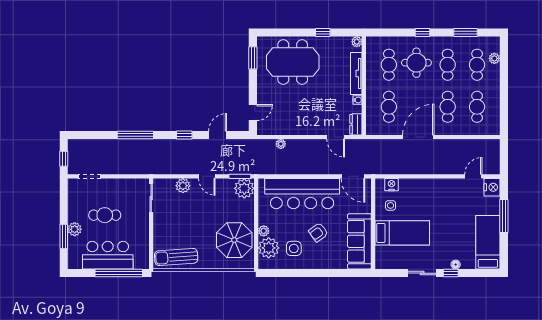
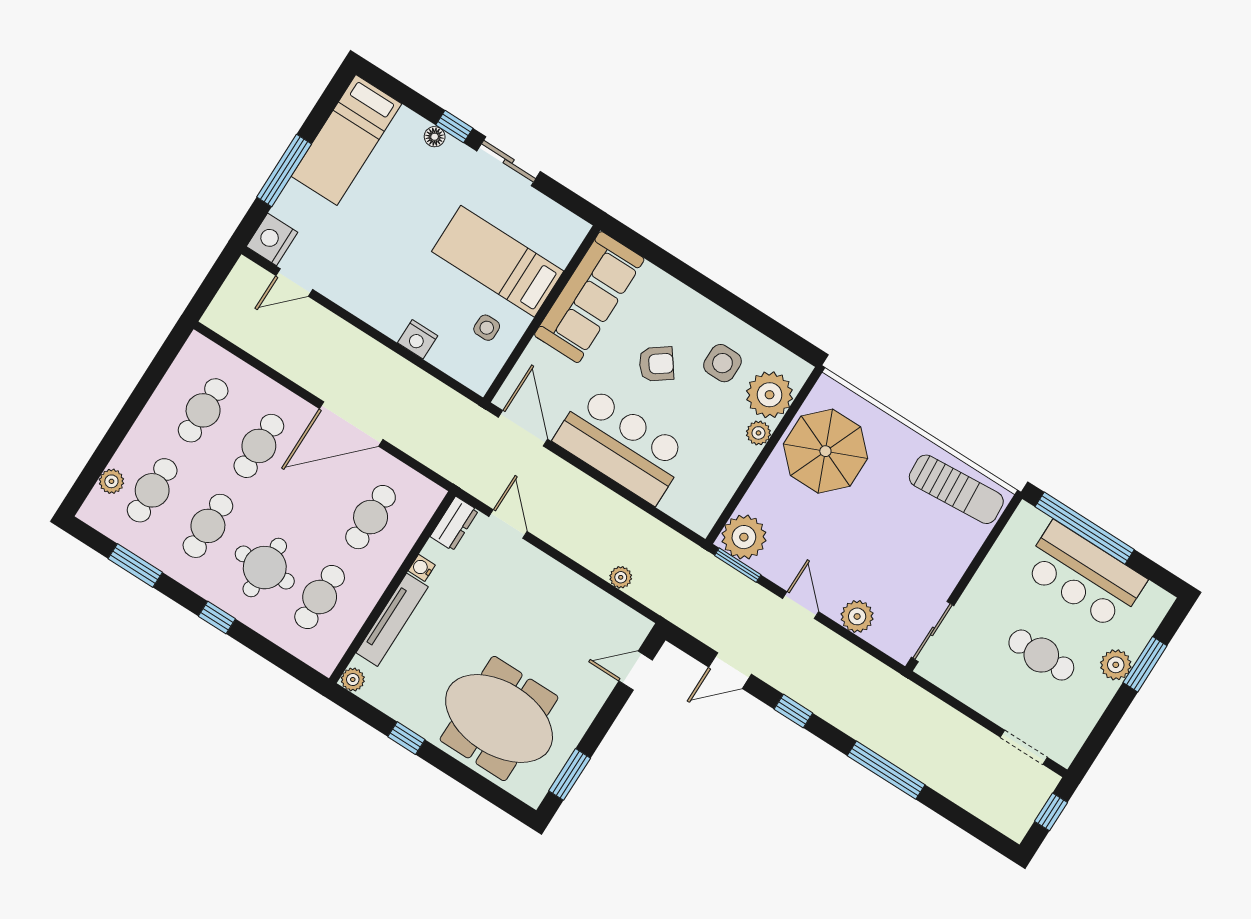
nightstand: (391, 185) -> (418, 339), moved
bar counter: (302, 194) -> (622, 445), width x0.73

